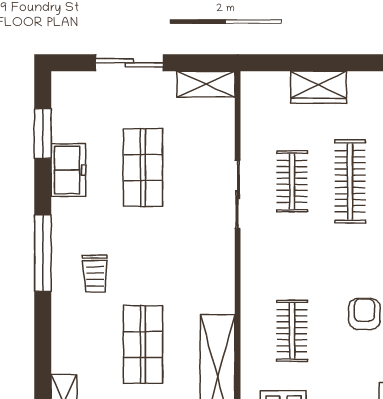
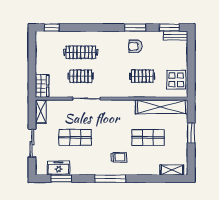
wardrobe: (319, 87) -> (42, 86), moved
freezer: (68, 170) -> (58, 168), moved

